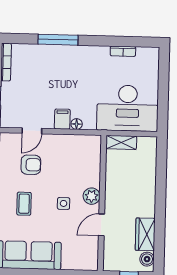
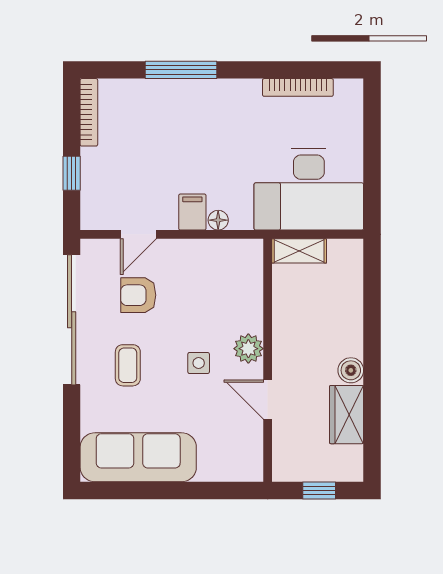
bookcase: (123, 51) -> (298, 87), width x1.56
armchair: (31, 165) -> (138, 295), turned 180
door: (102, 225) -> (268, 399), hinge flipped
boiler: (147, 259) -> (351, 370), moved

